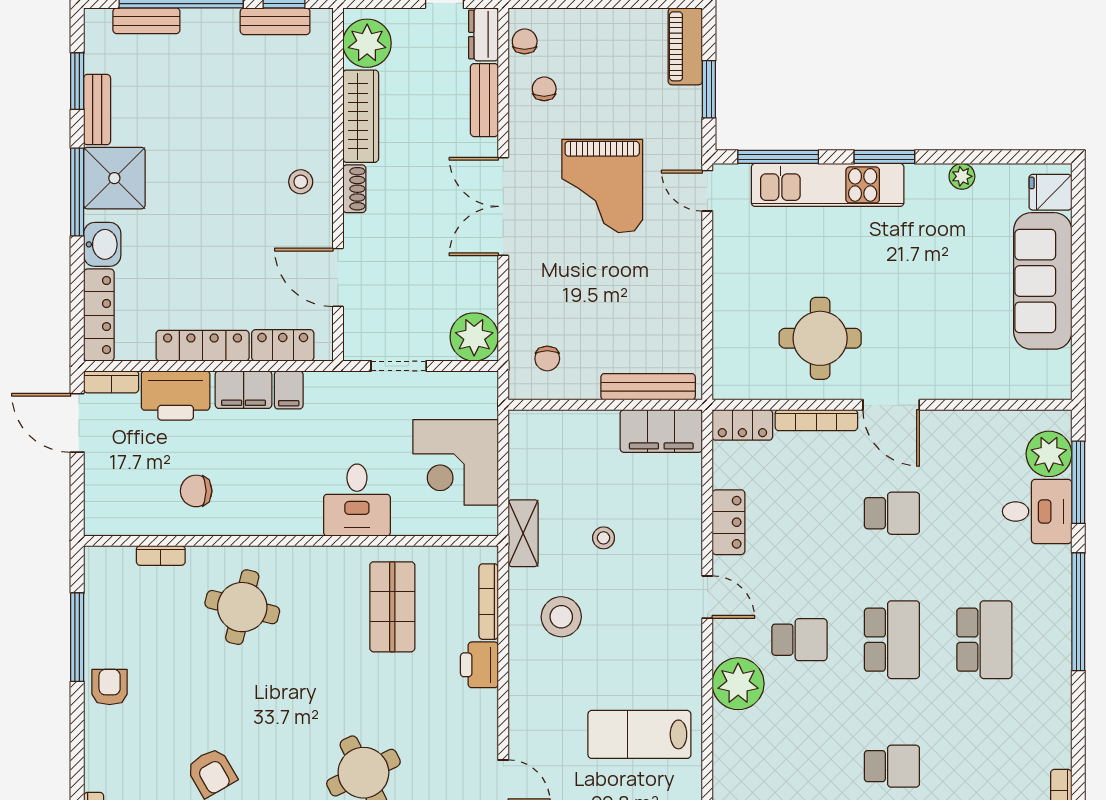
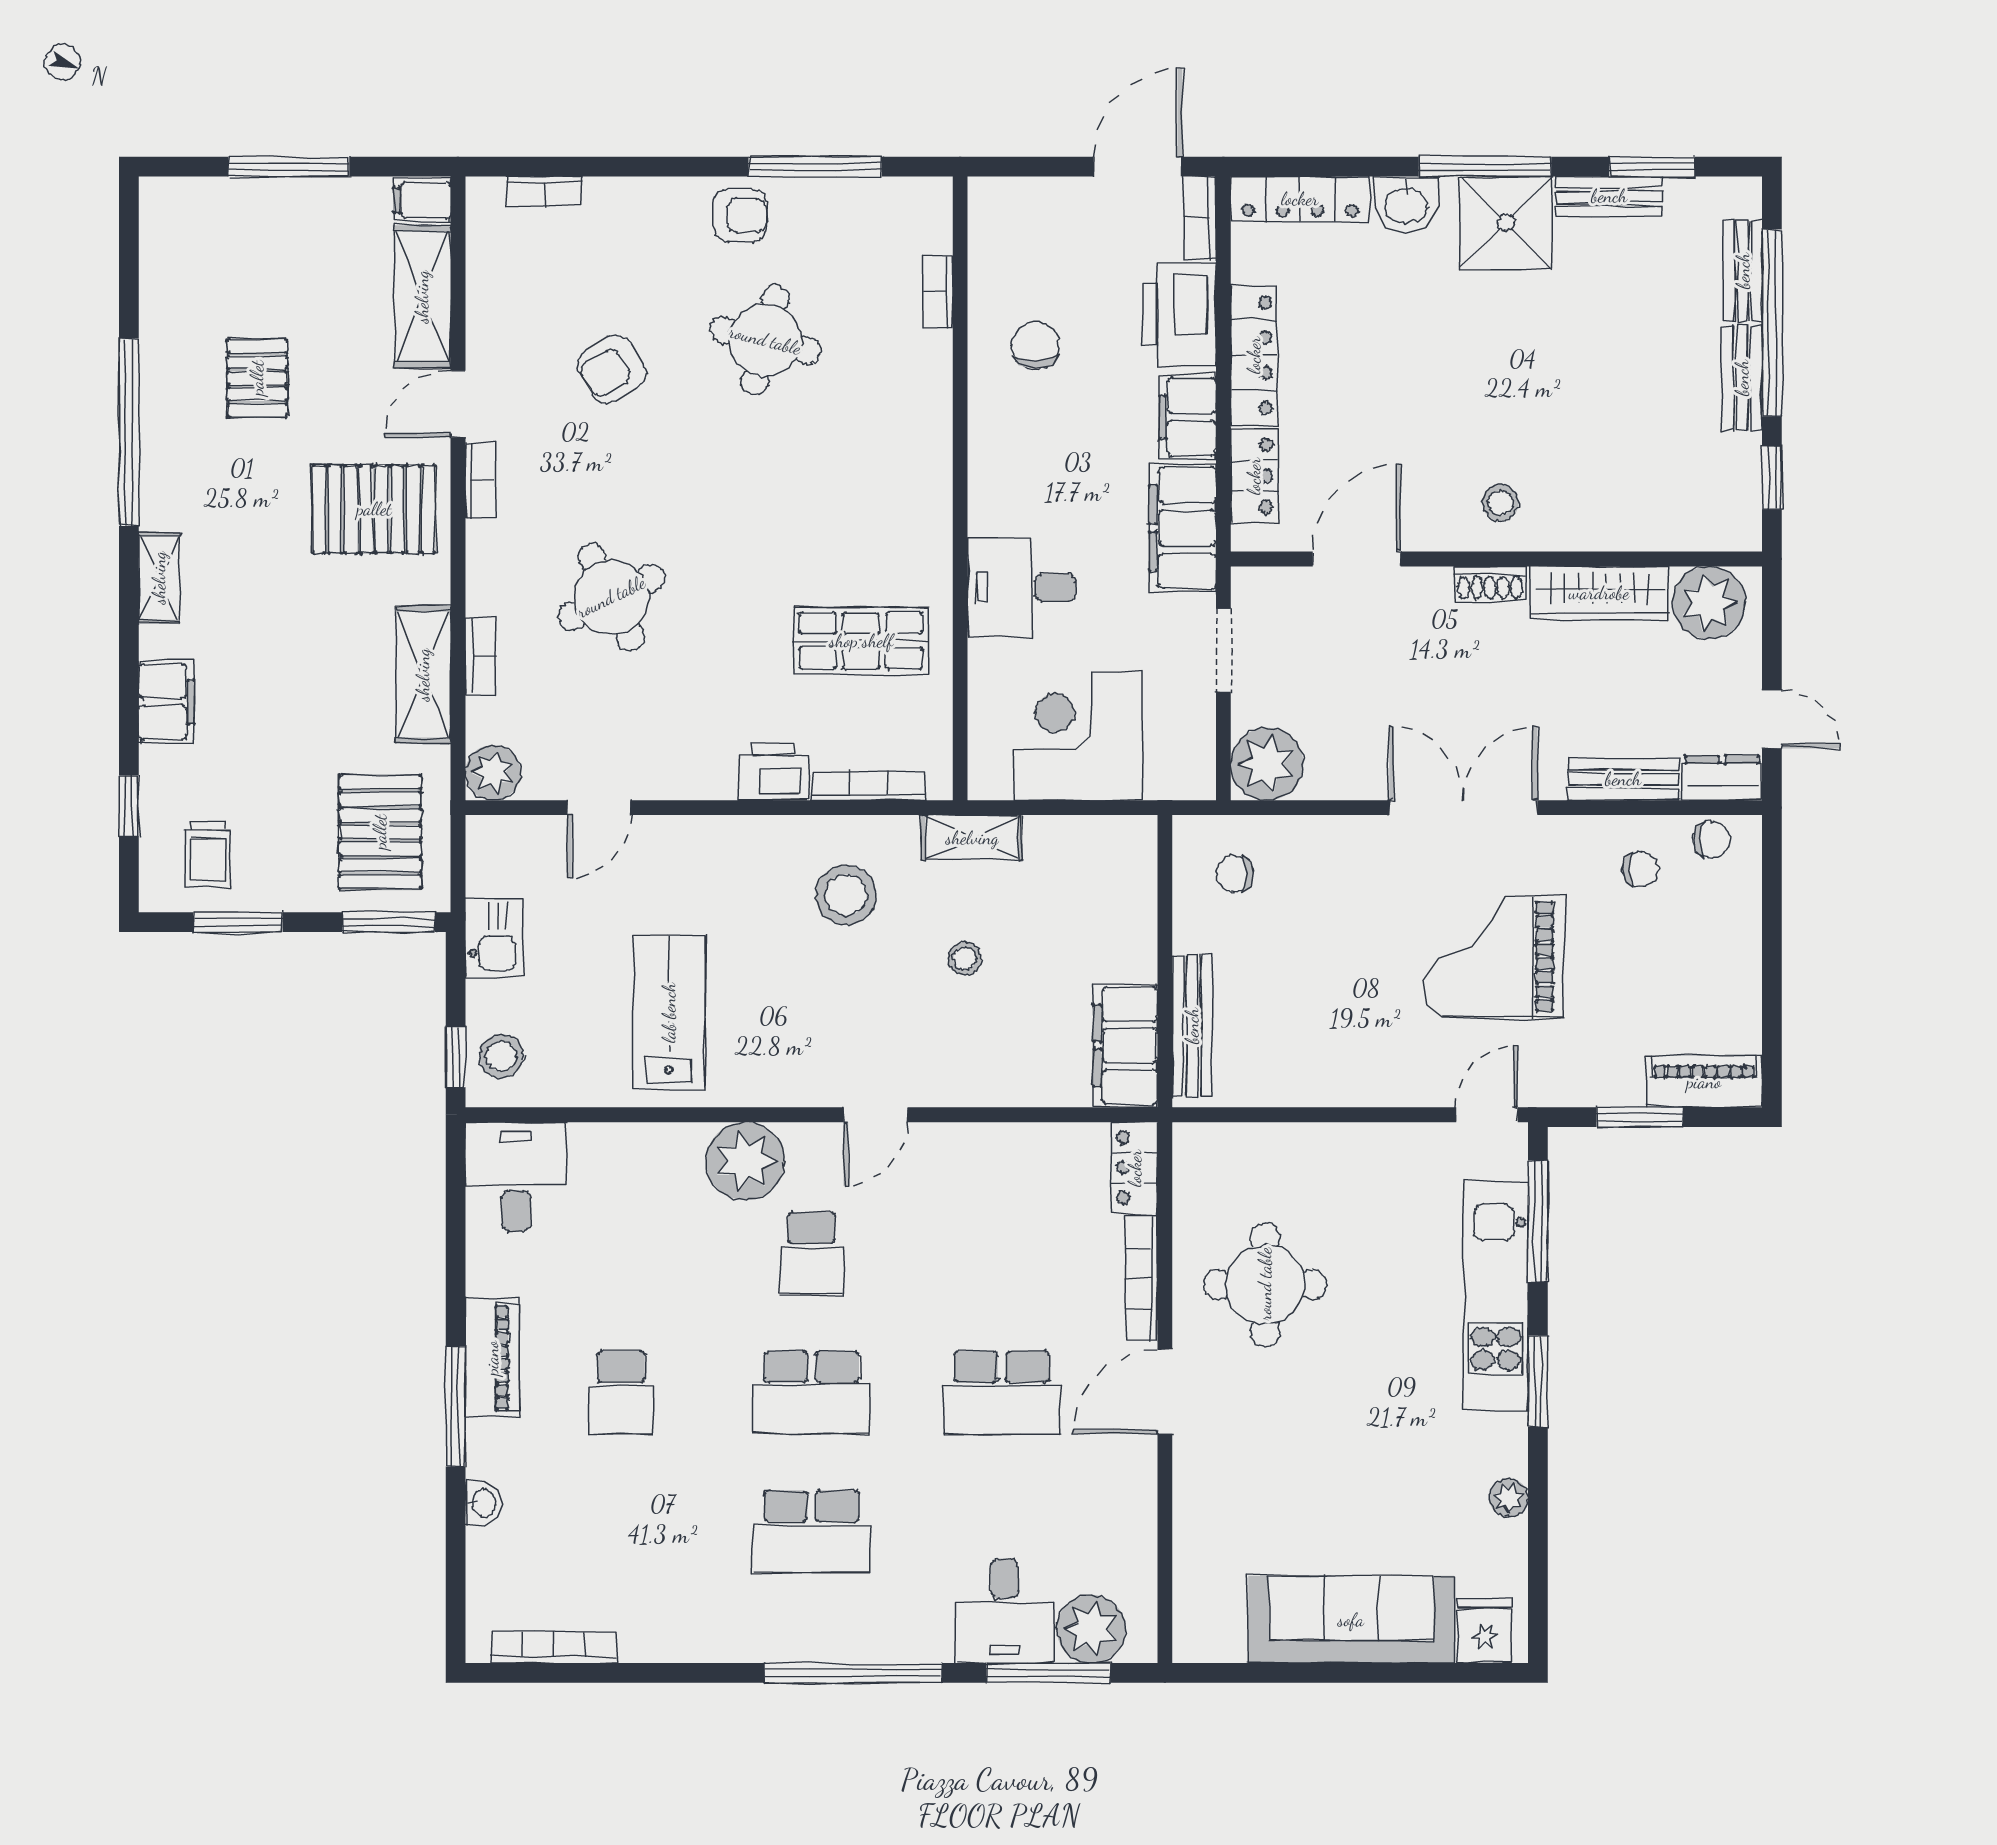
bench: (275, 21) -> (1742, 378), moved
filing cabinet: (289, 390) -> (1183, 528), width x3.00, depth x1.17
school desk: (892, 513) -> (1002, 1393), width x1.85
locker: (729, 522) -> (988, 1147), removed
round table: (242, 607) -> (765, 340), moved

